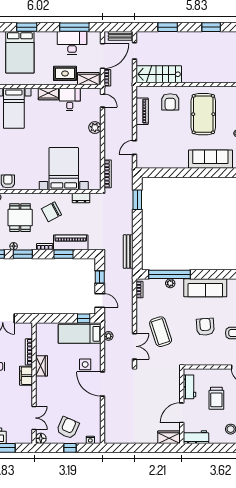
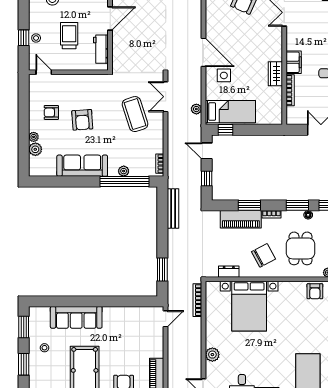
door: (135, 147) -> (166, 319), moved

